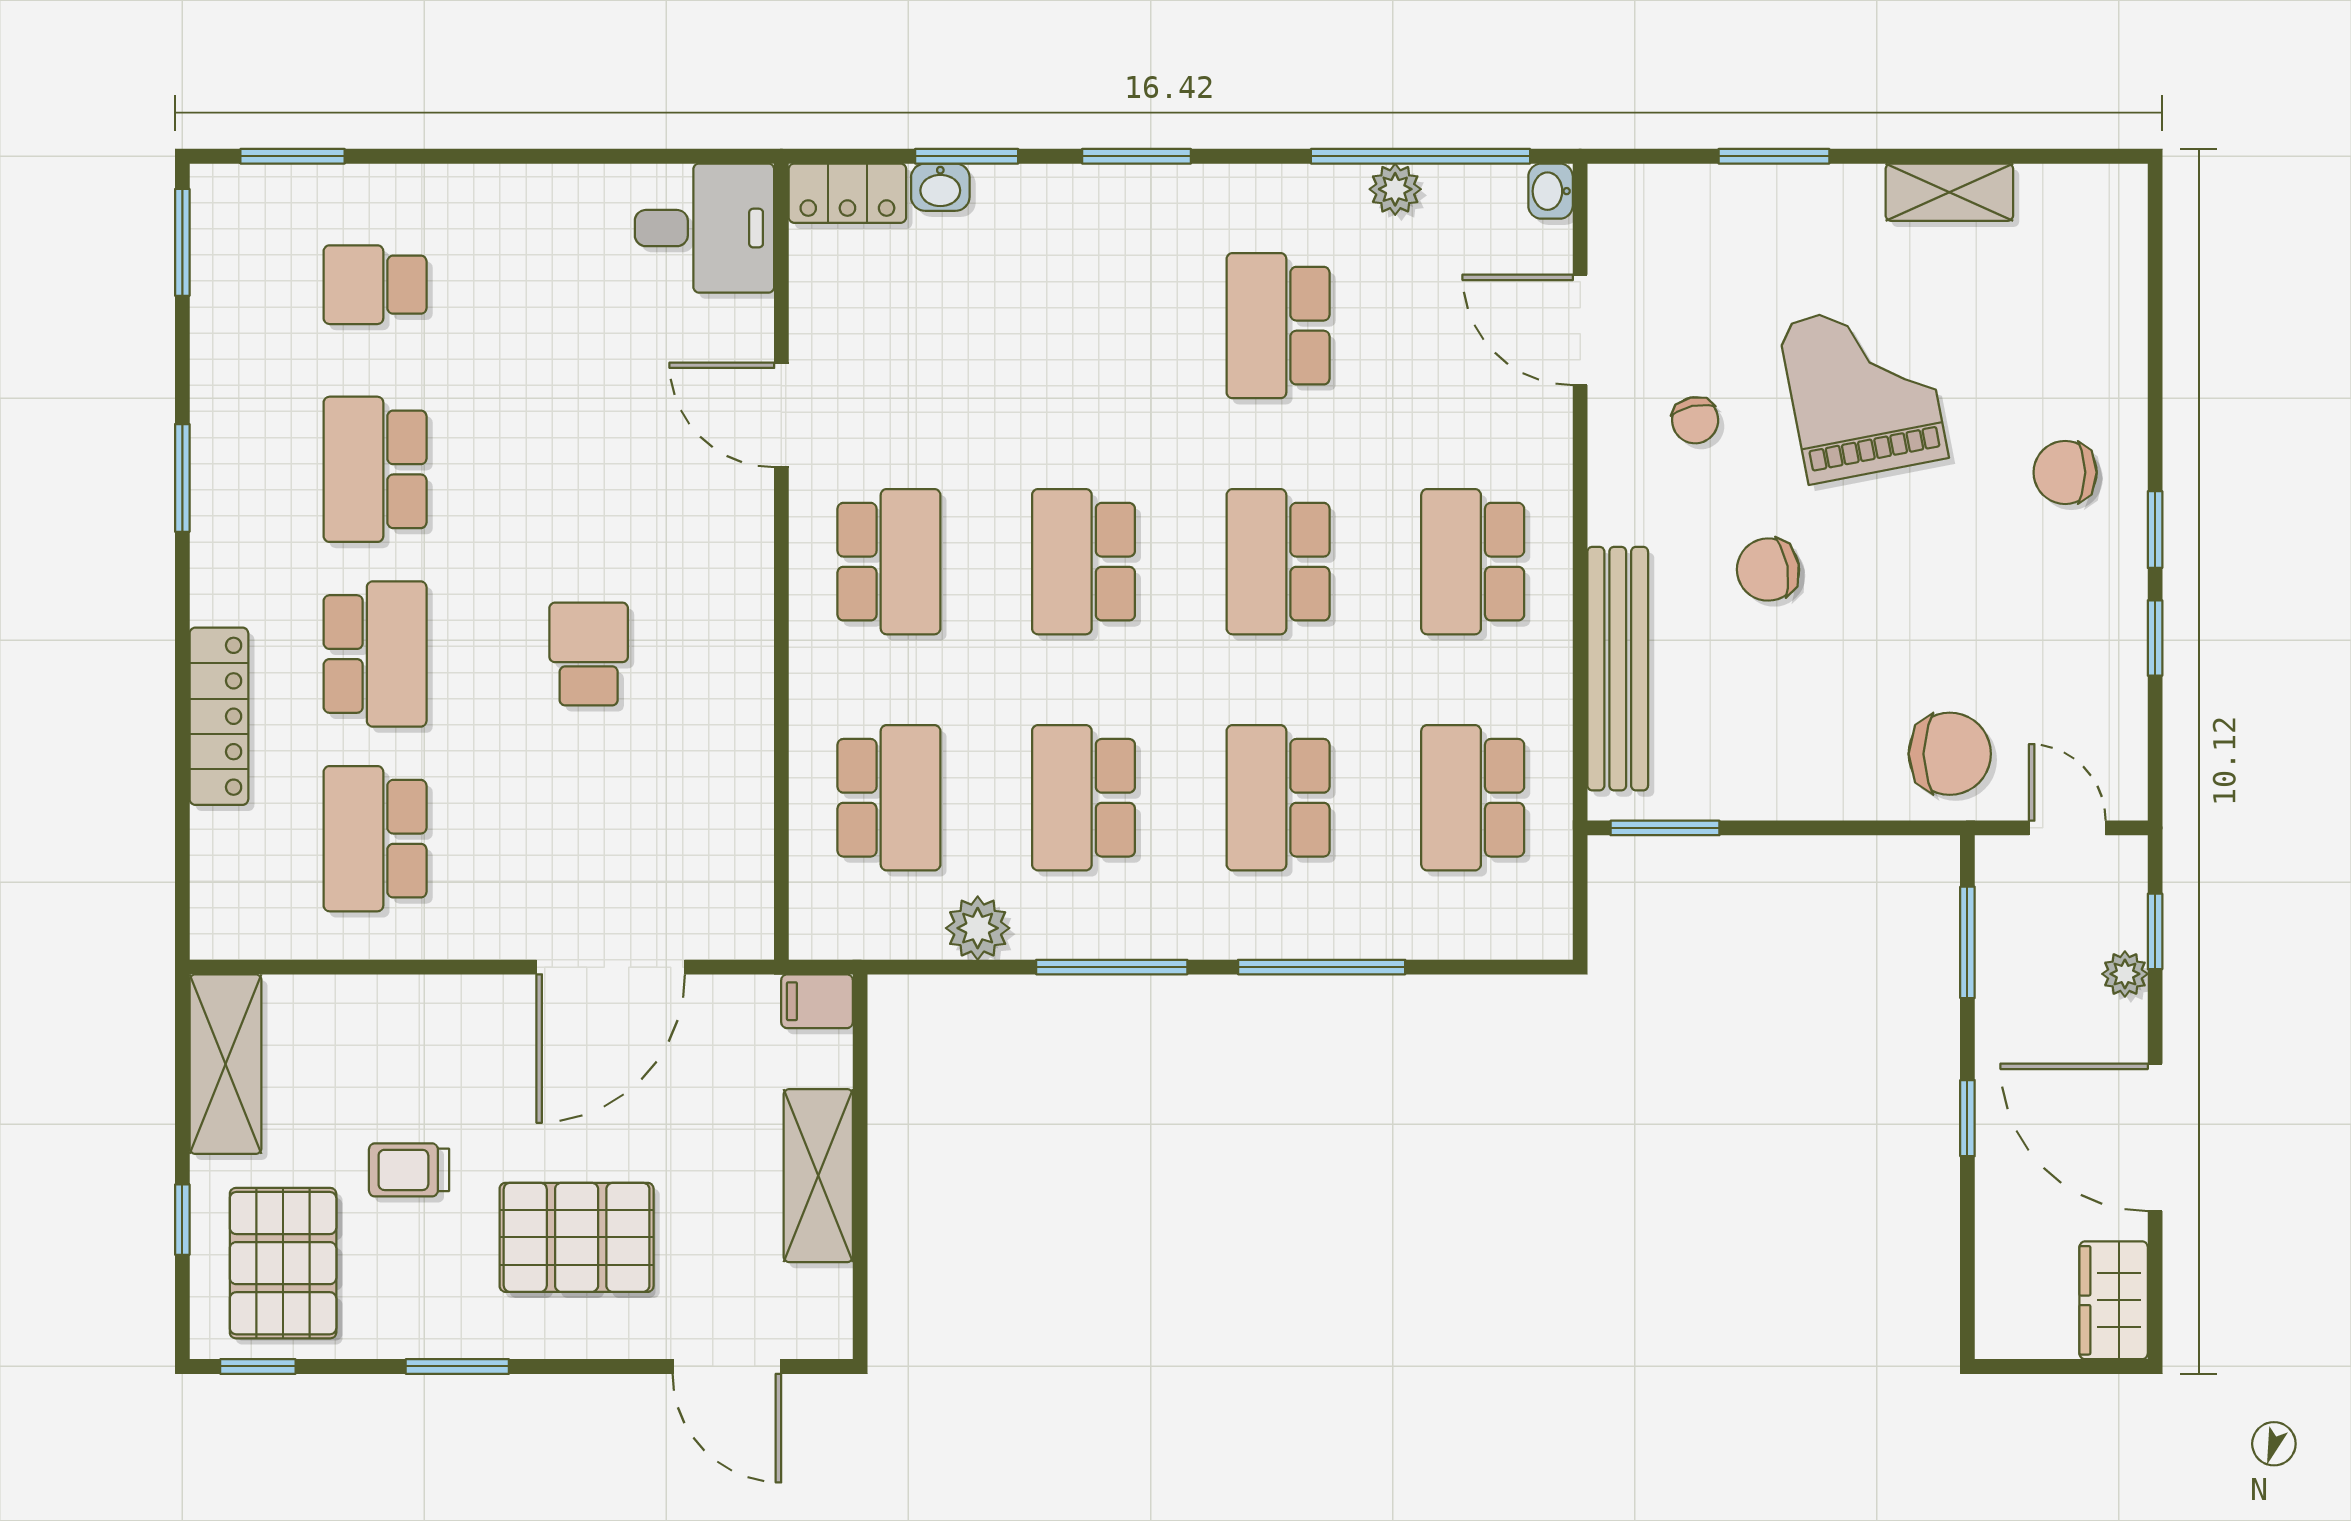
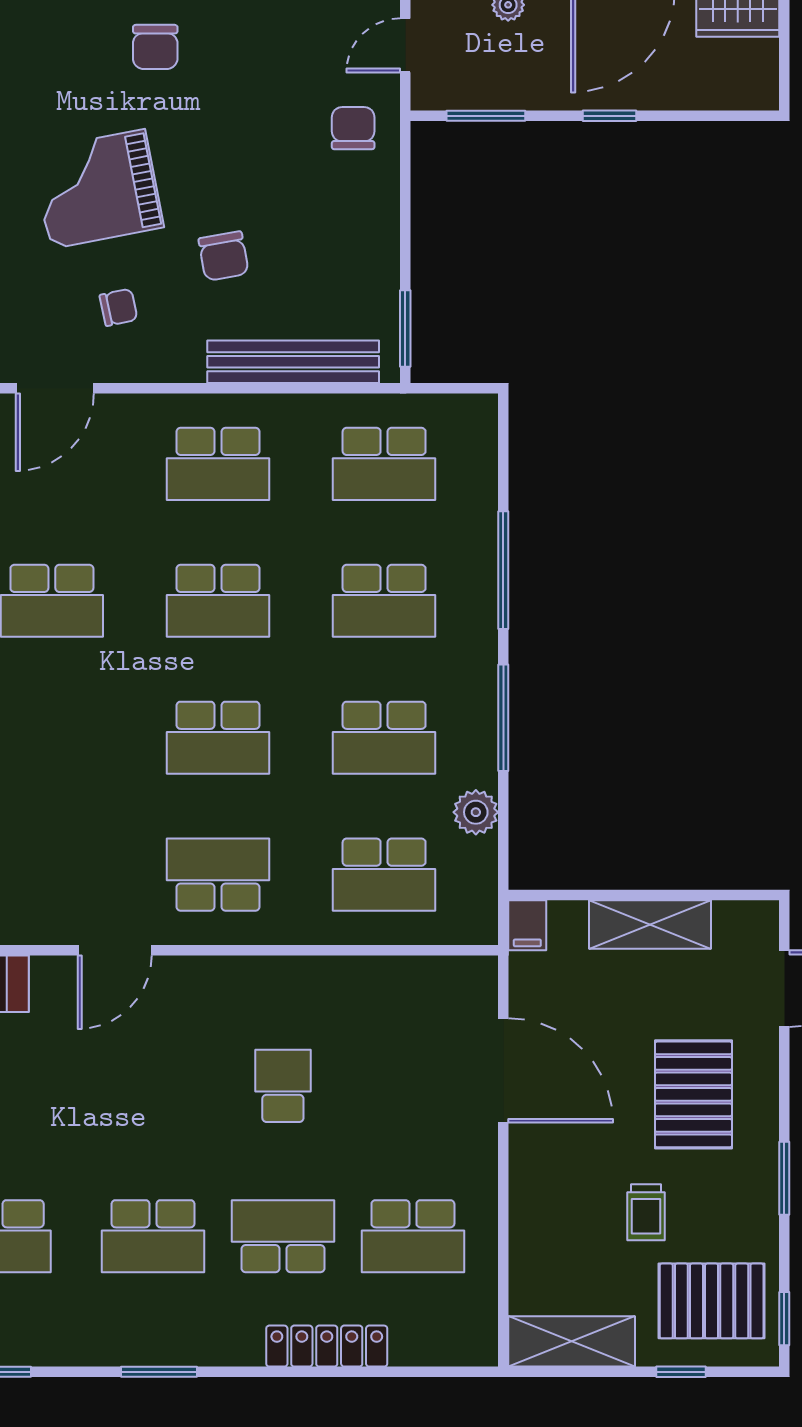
school desk: (589, 654) -> (283, 1086), turned 90
chair: (1950, 754) -> (353, 128), width x0.73, depth x0.73
school desk: (889, 798) -> (384, 875), turned 180

